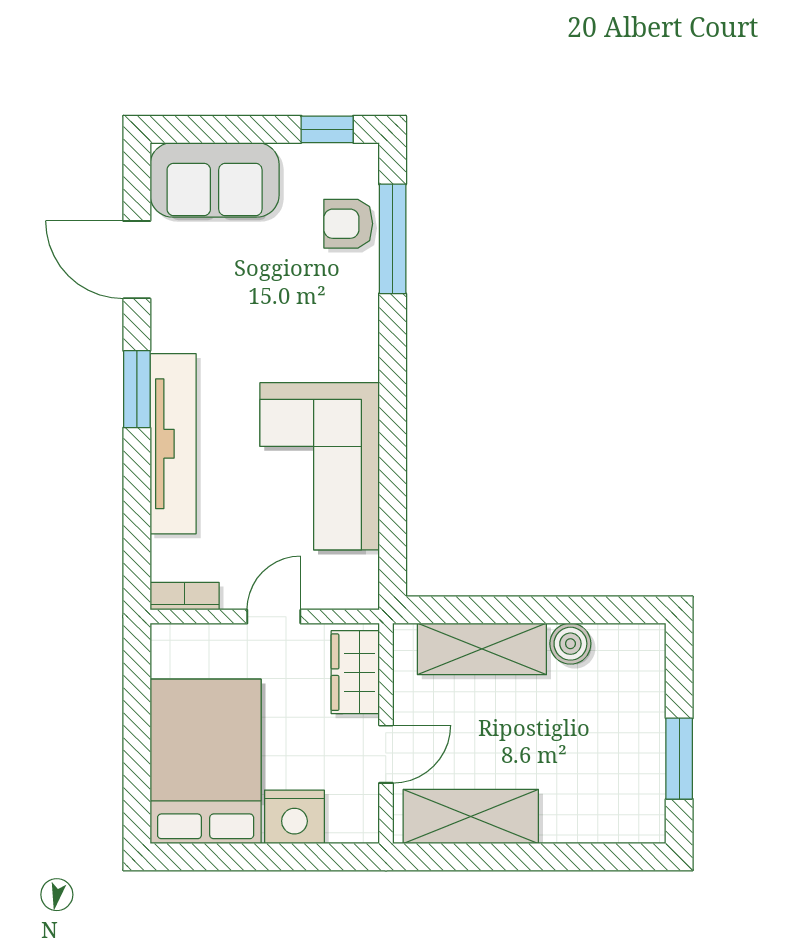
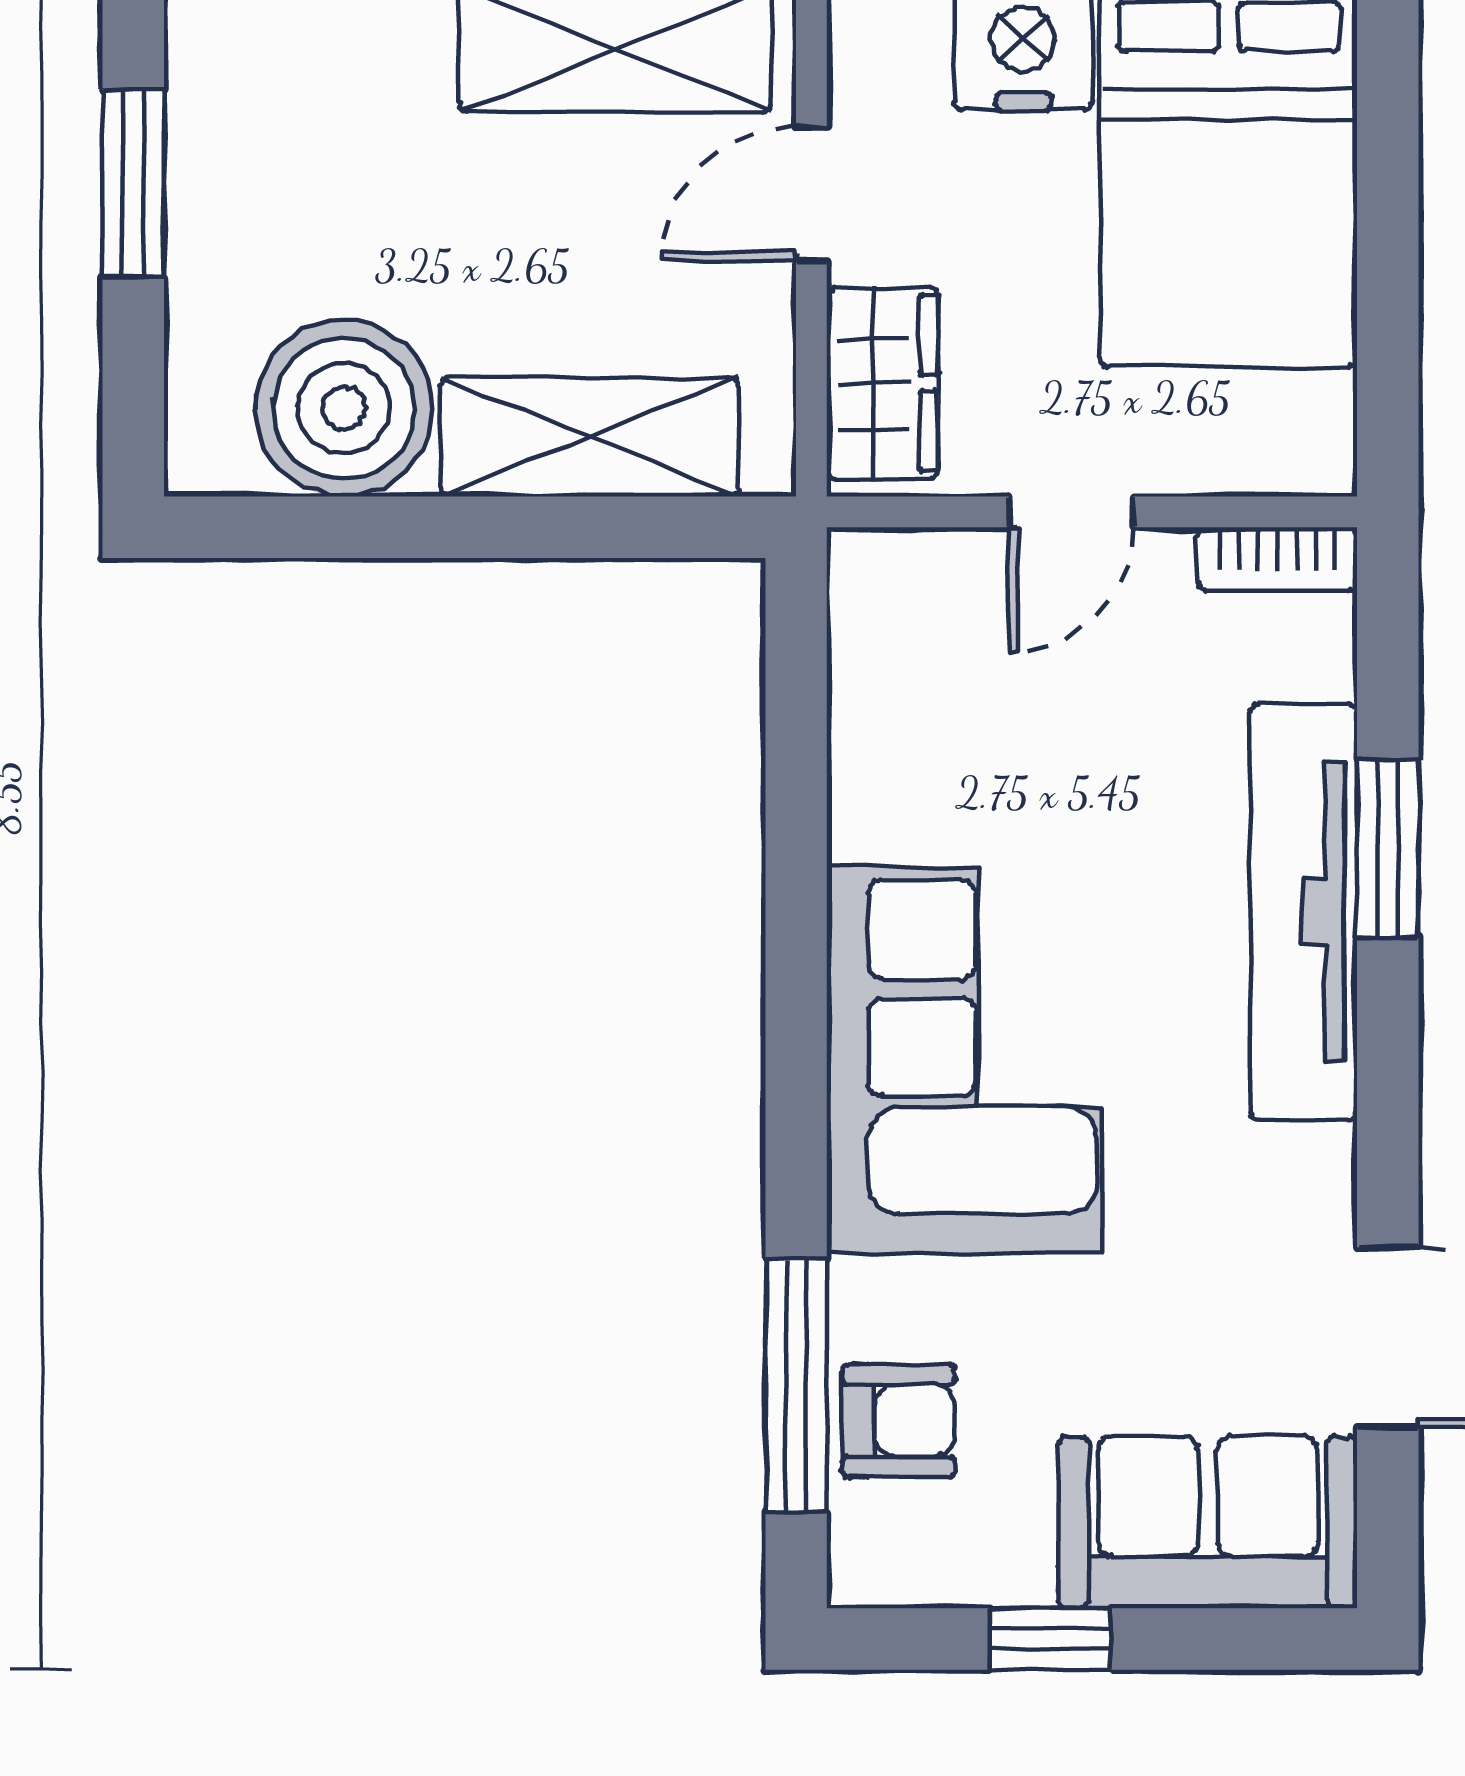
window: (327, 129) -> (1050, 1639), moved
window: (137, 389) -> (1388, 848), moved
corner sofa: (320, 466) -> (965, 1060), moved
boiler: (570, 644) -> (344, 408), width x1.86, depth x1.86

